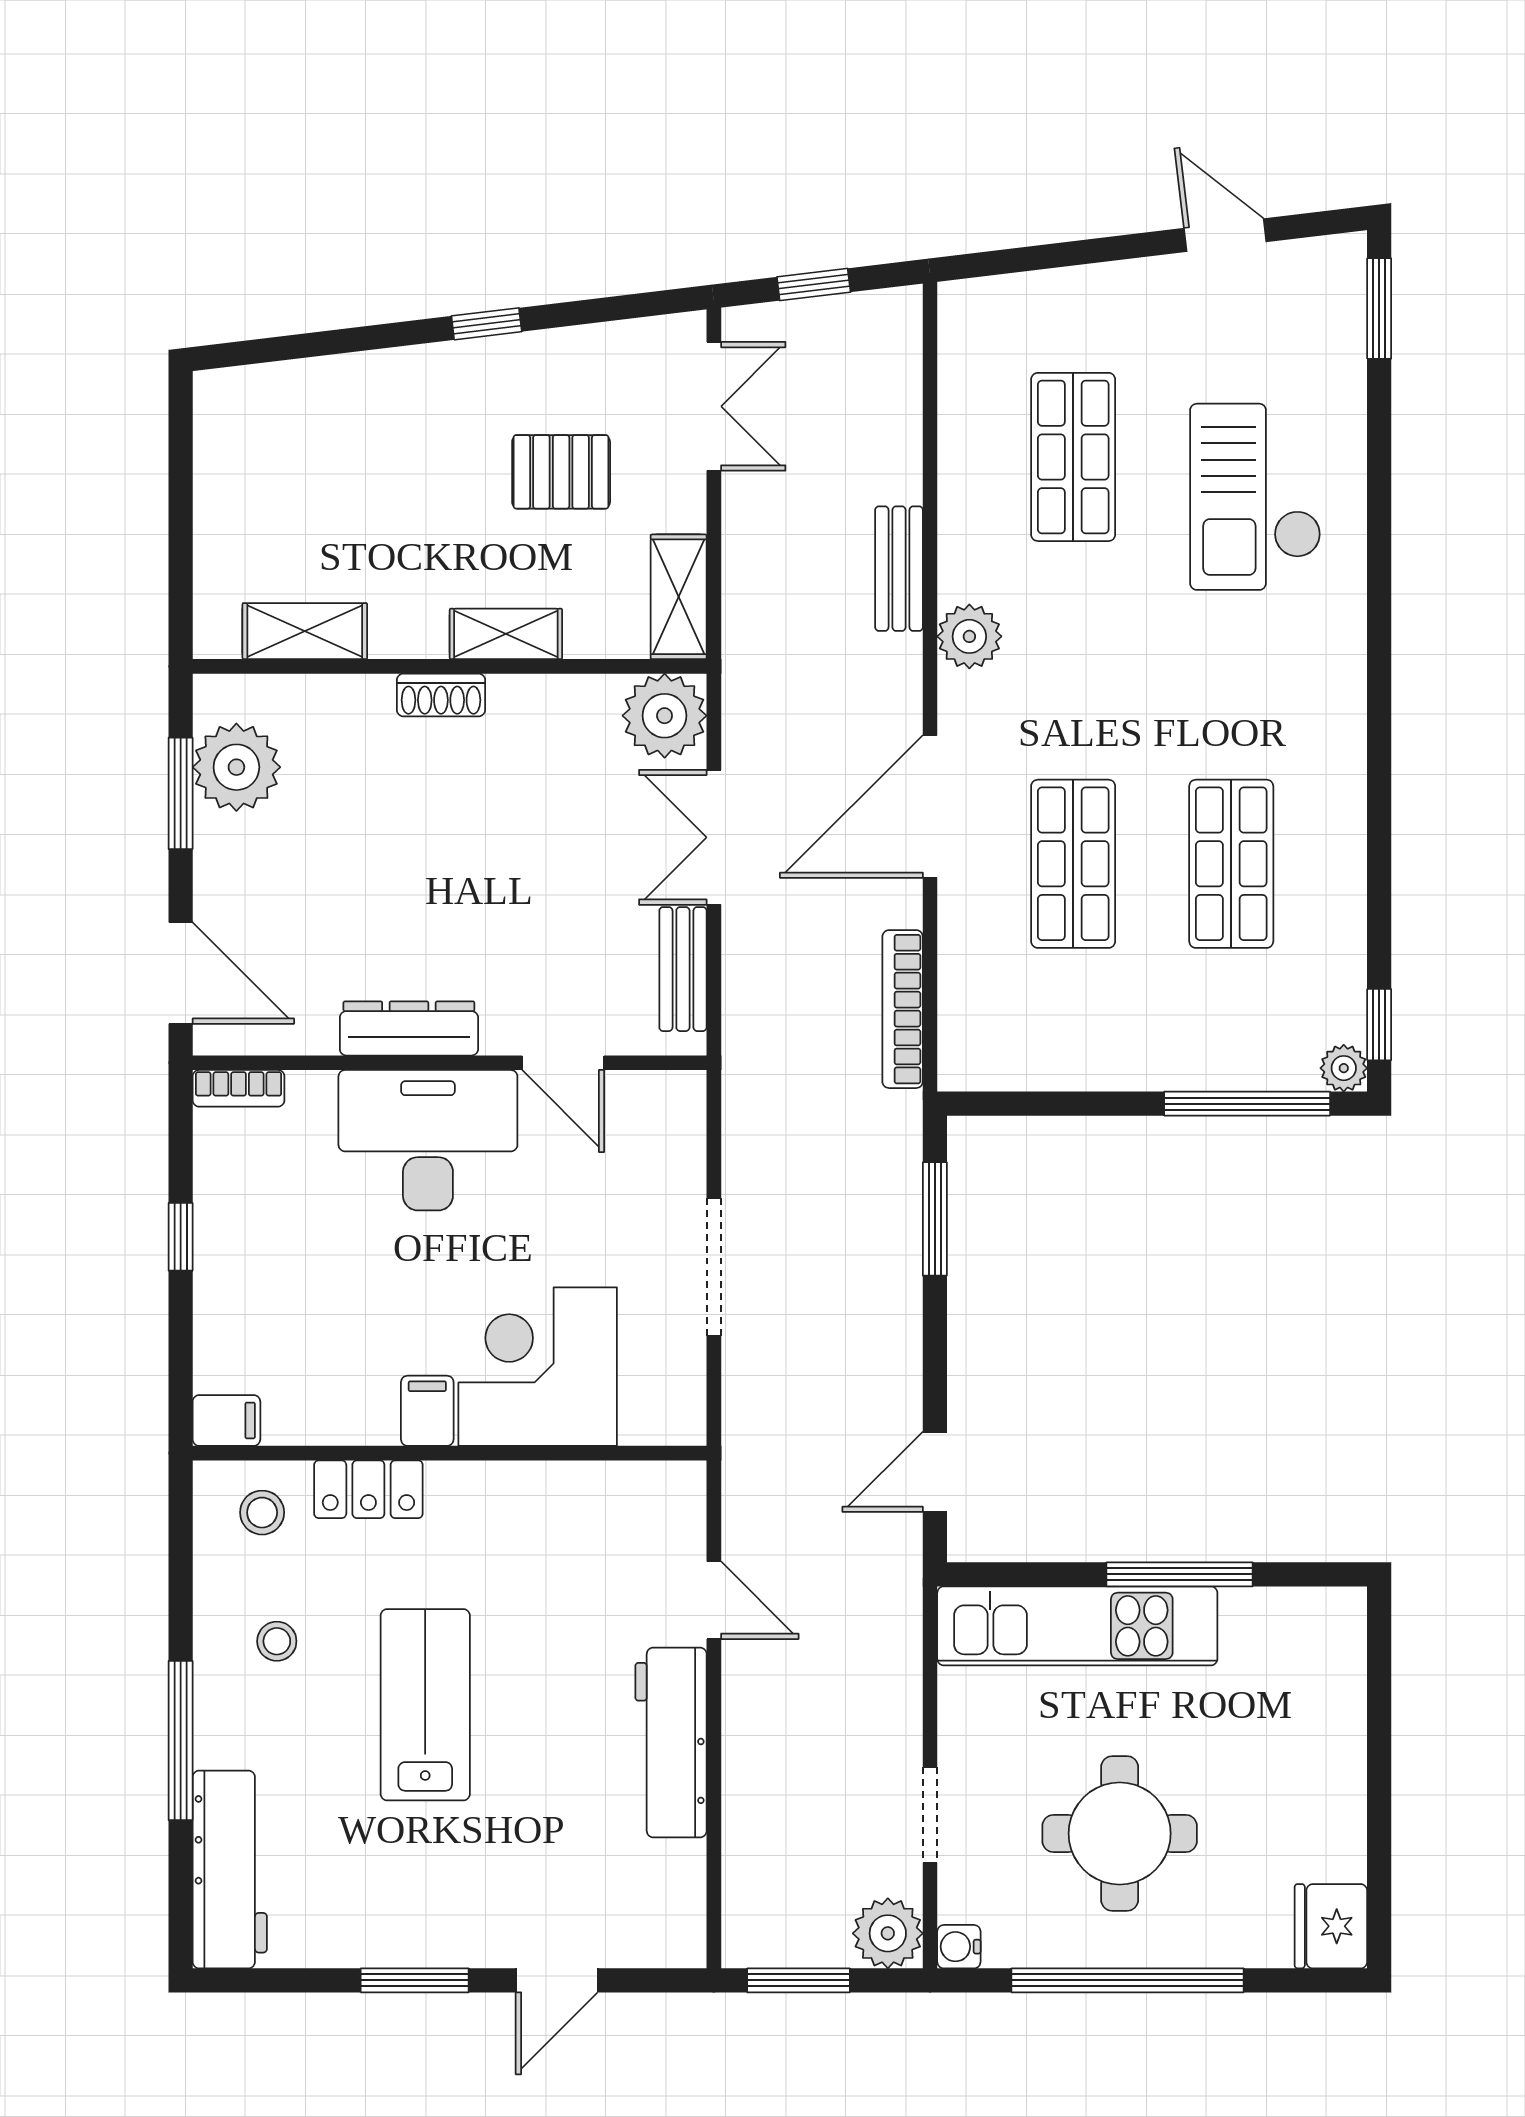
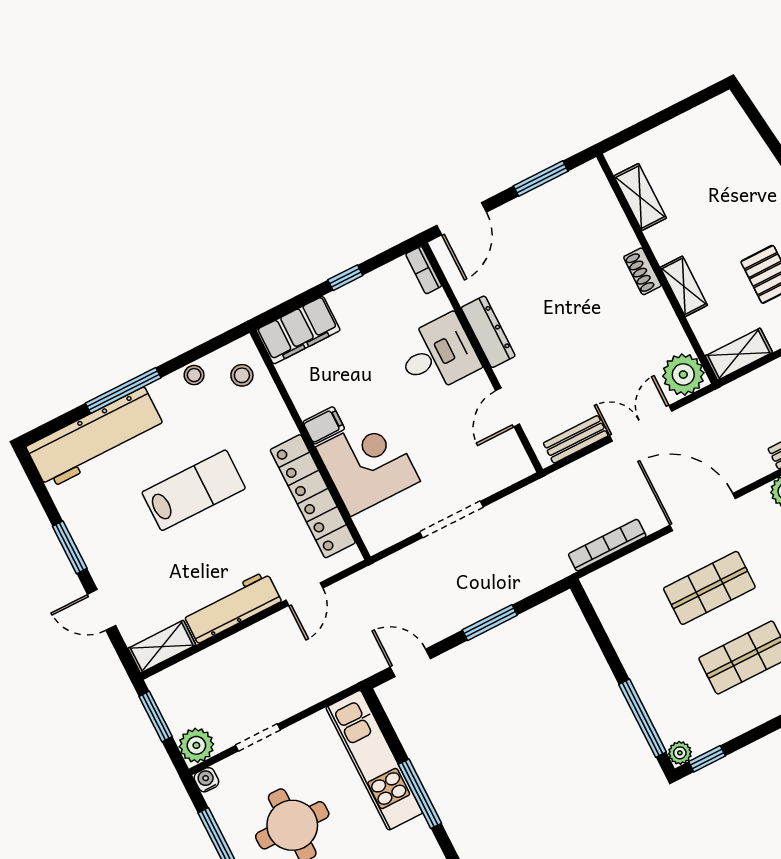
plant: (236, 767) -> (565, 197), removed
desk: (428, 1140) -> (438, 354), width x0.73
window: (935, 1219) -> (490, 623), moved
filing cabinet: (226, 1420) -> (298, 330), width x3.00, depth x1.17
locker: (368, 1489) -> (313, 496), moved, width x2.16, depth x1.21
stool: (277, 1641) -> (194, 375), moved
workbench: (230, 1869) -> (96, 438), width x1.36, depth x1.32
shelving: (678, 1905) -> (162, 647), added

